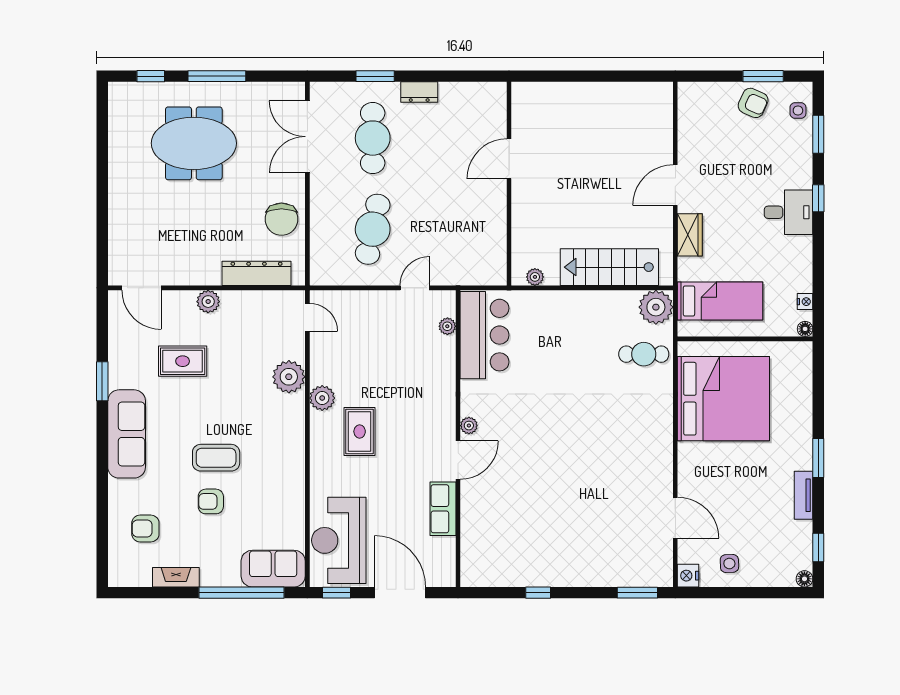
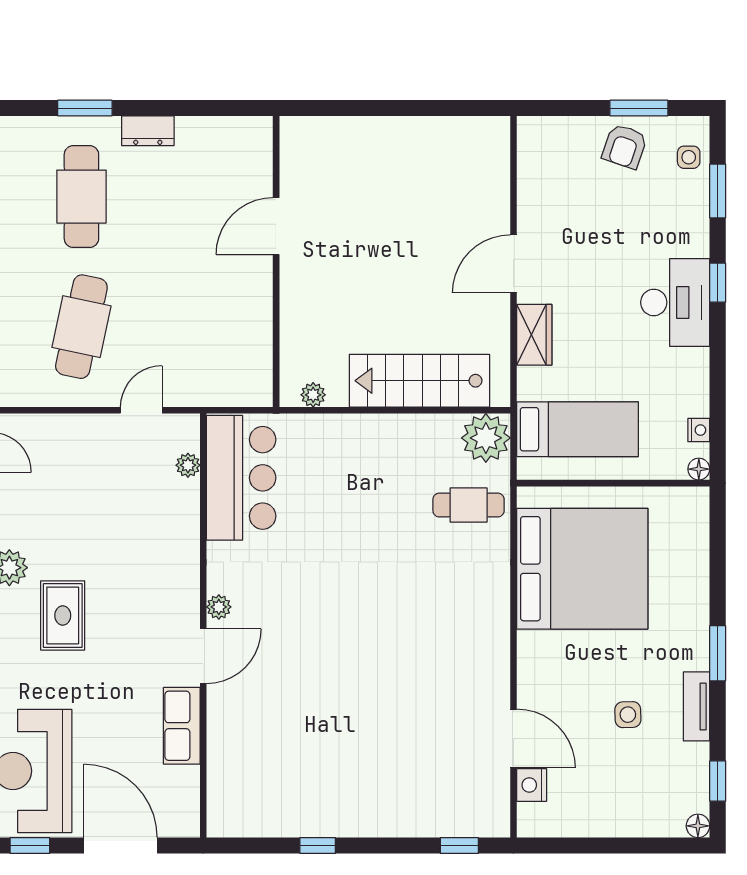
armchair: (753, 103) -> (625, 146), turned 85
desk: (789, 212) -> (675, 302), width x1.37
side table: (729, 563) -> (628, 715), moved
nightstand: (688, 576) -> (532, 785), moved
window: (637, 593) -> (459, 845), width x0.67

